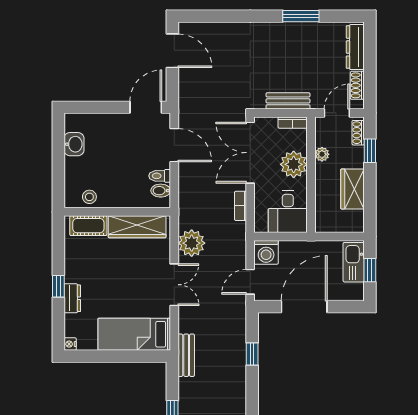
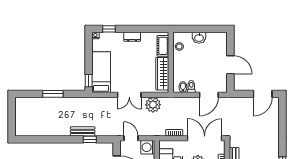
door: (146, 107) -> (230, 65), moved
washbasin: (74, 144) -> (199, 38), moved
window: (58, 286) -> (109, 29), moved
dresser: (72, 298) -> (132, 37), moved
bench: (186, 355) -> (83, 131), moved
window: (149, 356) -> (89, 81), added

